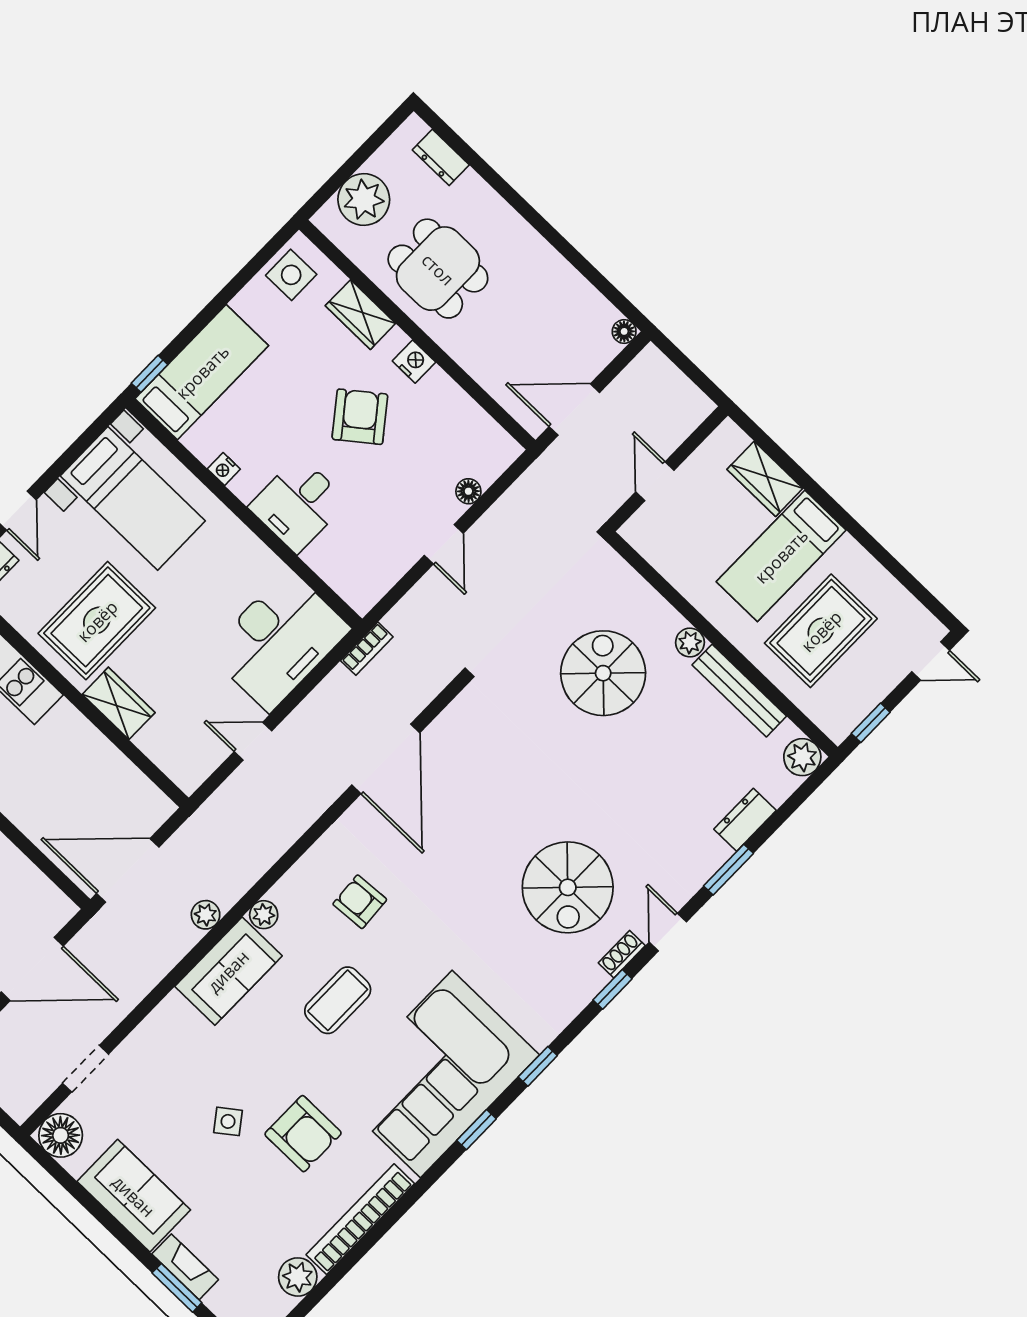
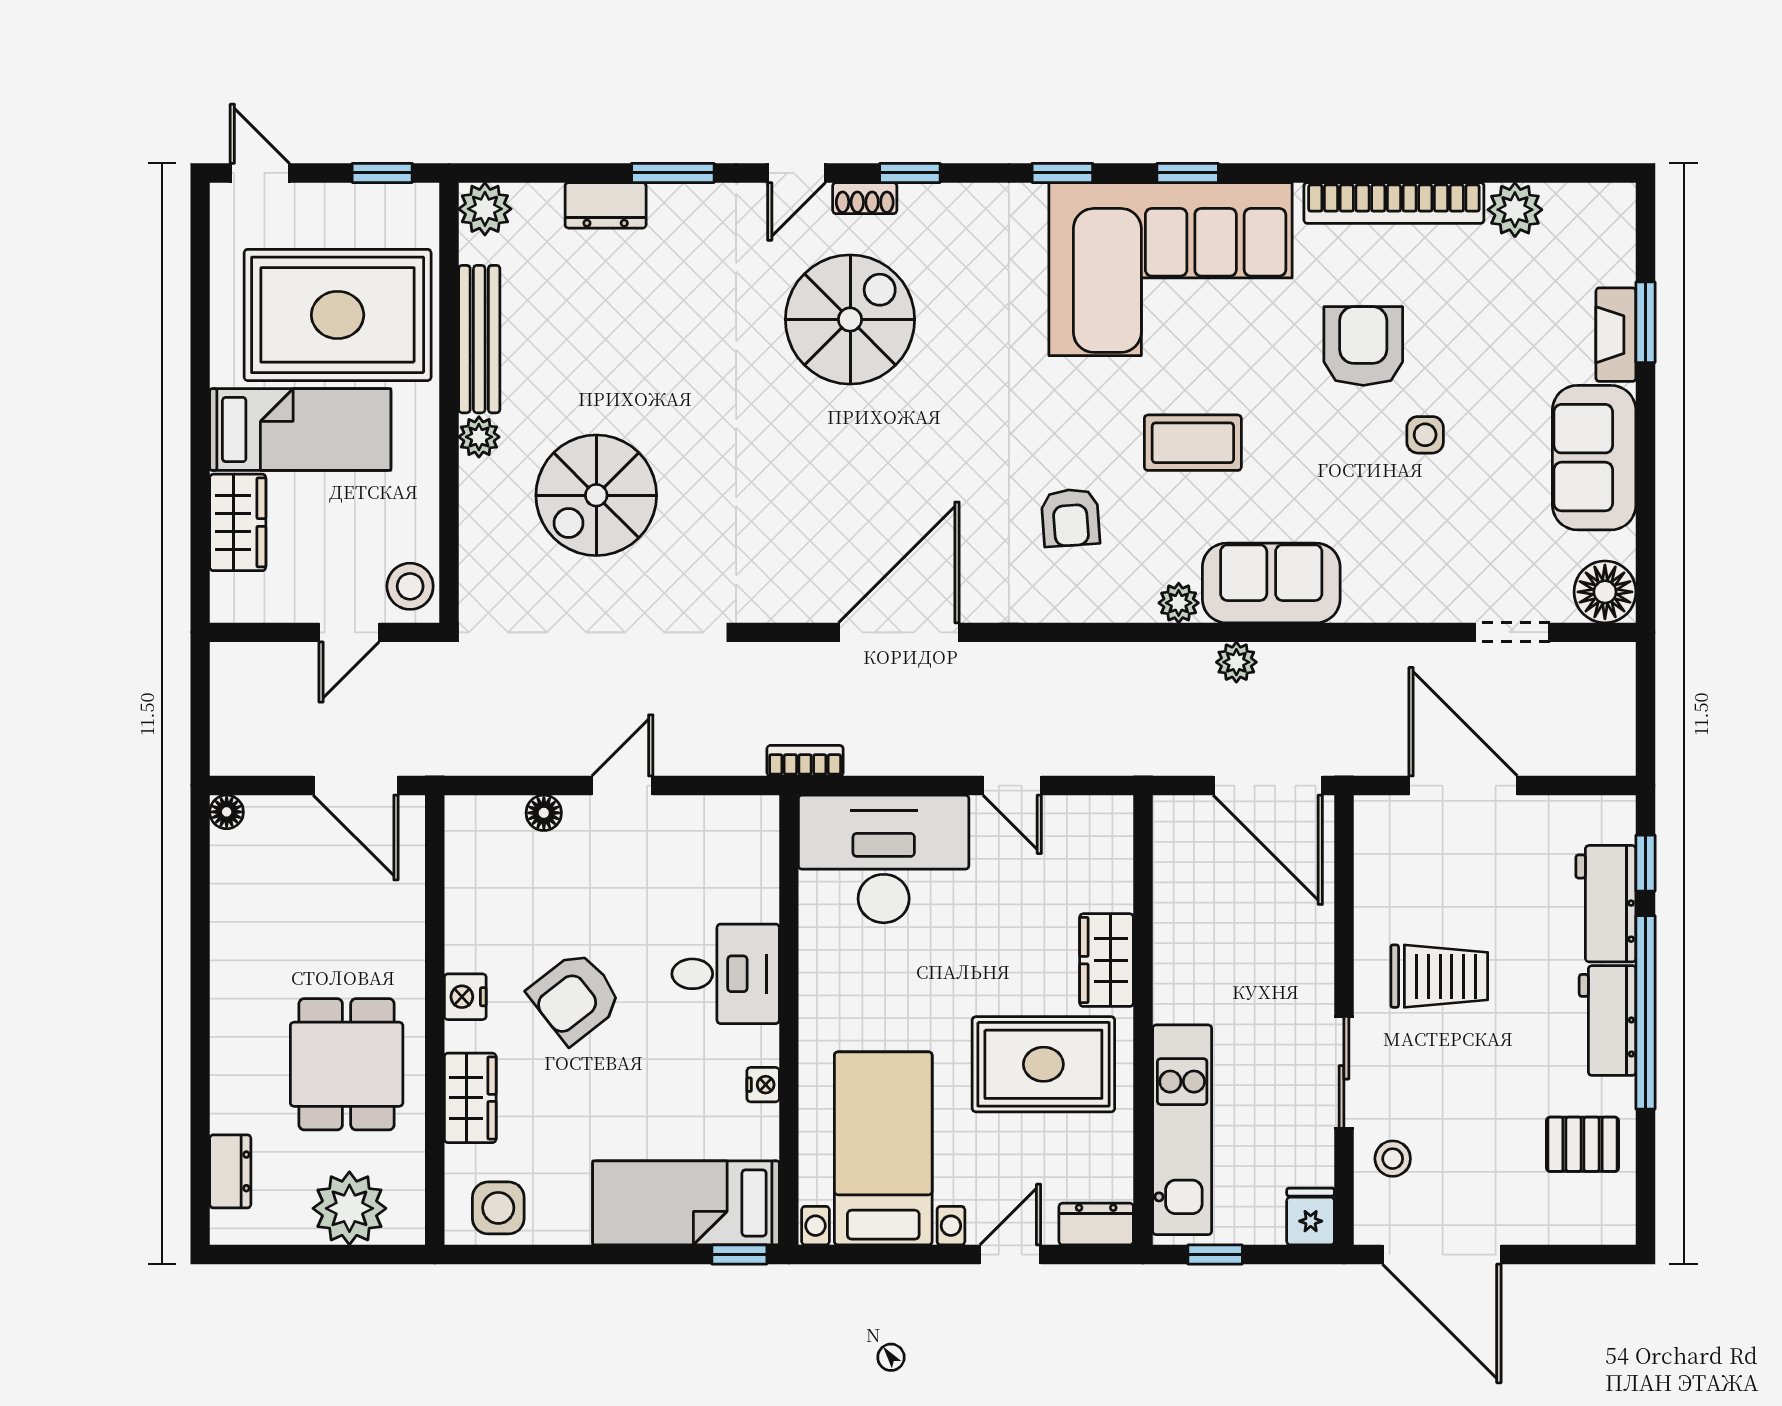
stool: (648, 535) -> (410, 586), added
rug: (821, 631) -> (338, 315), width x1.37, depth x1.44
side table: (228, 1121) -> (1425, 435), turned 37

